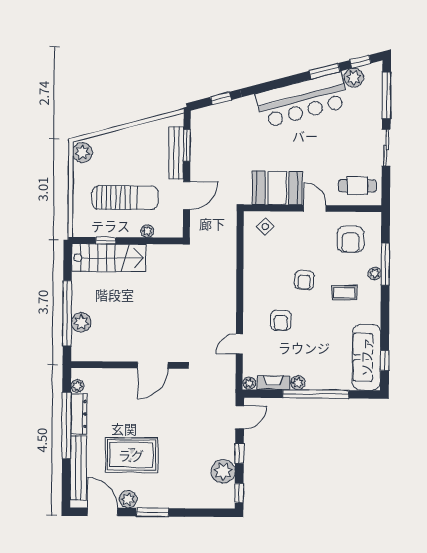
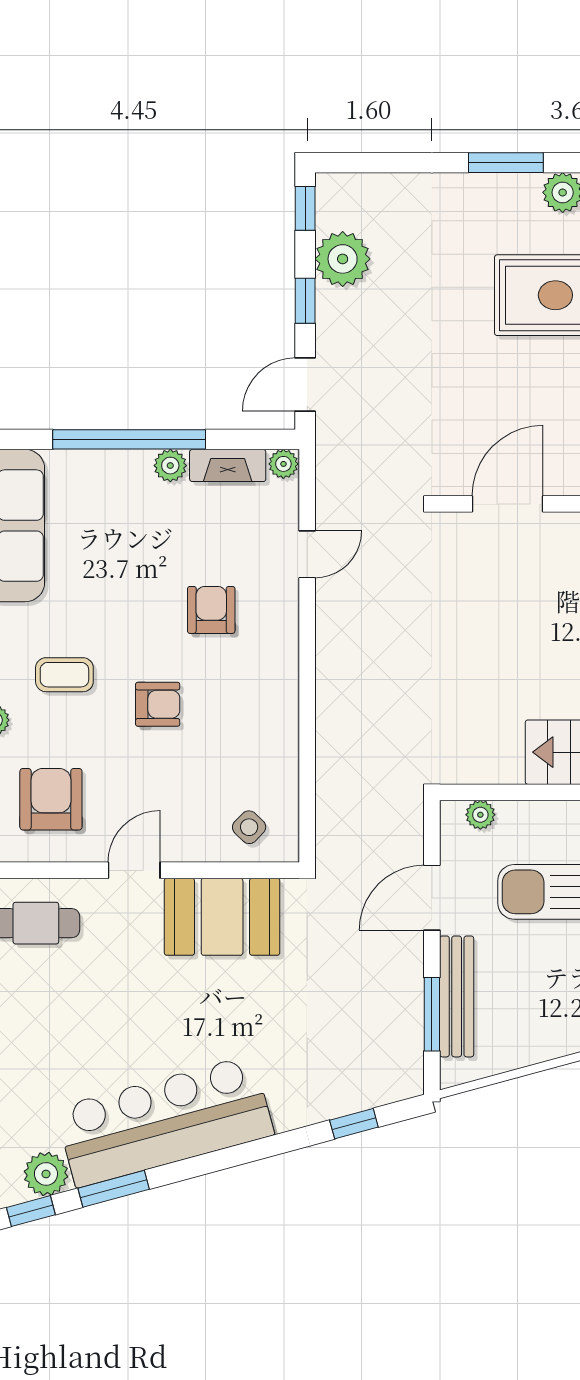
door: (315, 208) -> (134, 870), swing flipped
plant: (147, 231) -> (480, 815), moved
armchair: (304, 280) -> (158, 704), turned 86

